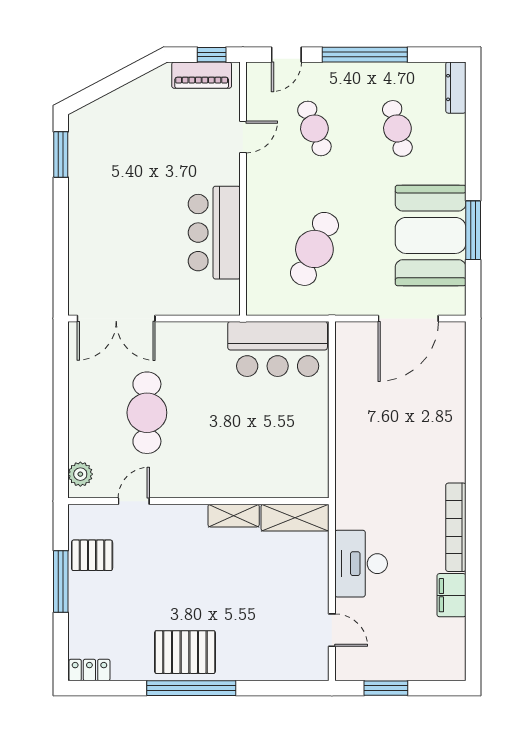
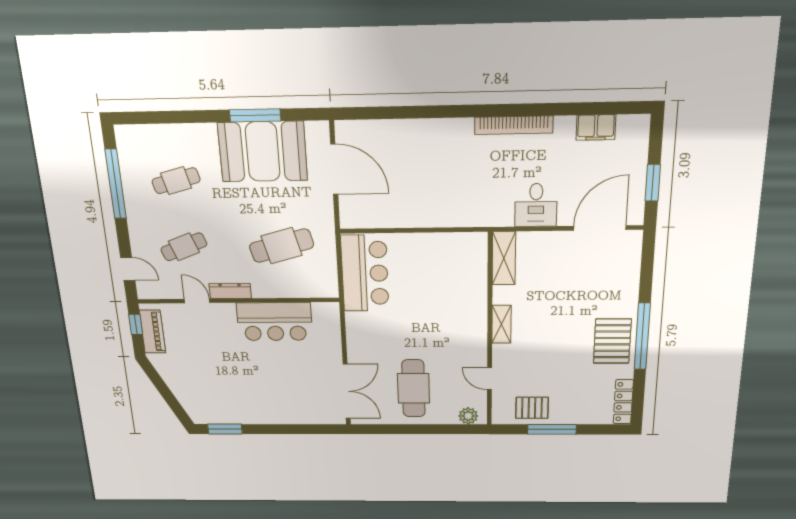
window: (365, 55) -> (116, 184), moved
dresser: (456, 88) -> (230, 291), moved, turned 180
cafe table: (314, 249) -> (282, 246), turned -39
cafe table: (147, 413) -> (413, 388), moved, turned 90
shelving: (234, 516) -> (501, 324), moved
pallet: (92, 555) -> (532, 408), turned 90
desk: (361, 564) -> (536, 205), width x0.73
filing cabinet: (452, 595) -> (596, 127), moved
door: (332, 630) -> (600, 228), width x1.88
locker: (89, 670) -> (623, 402), width x1.53

